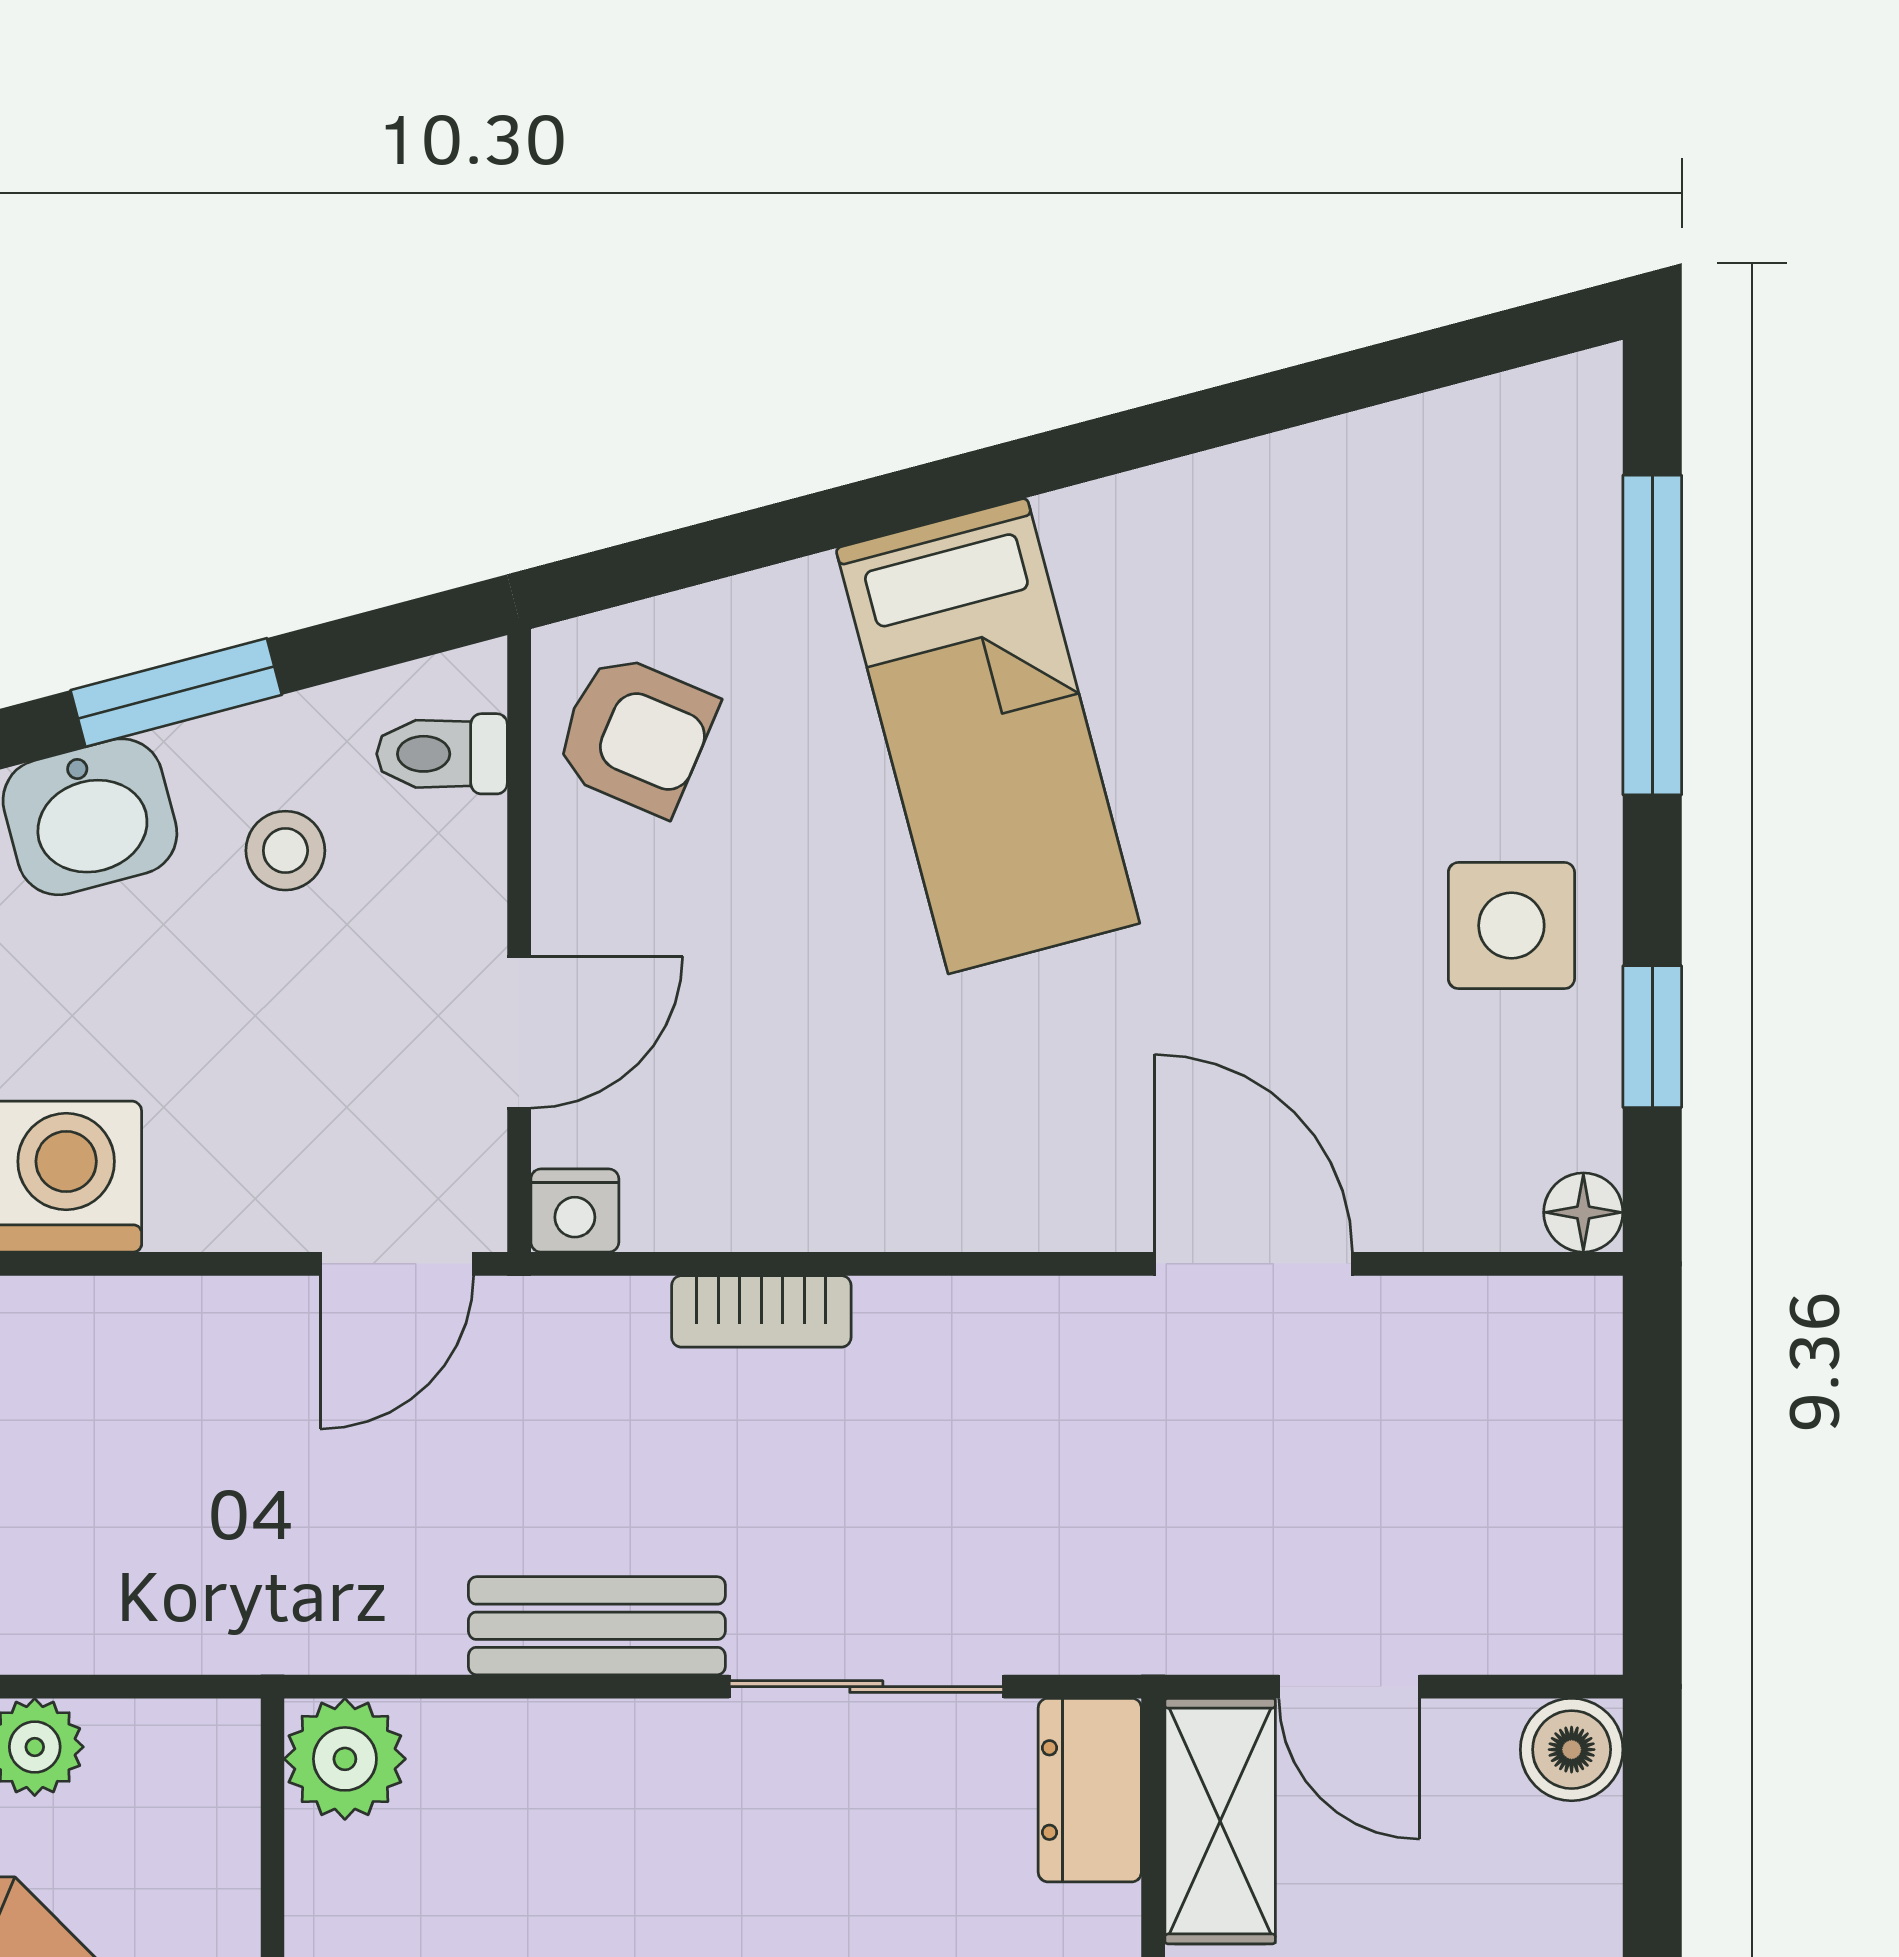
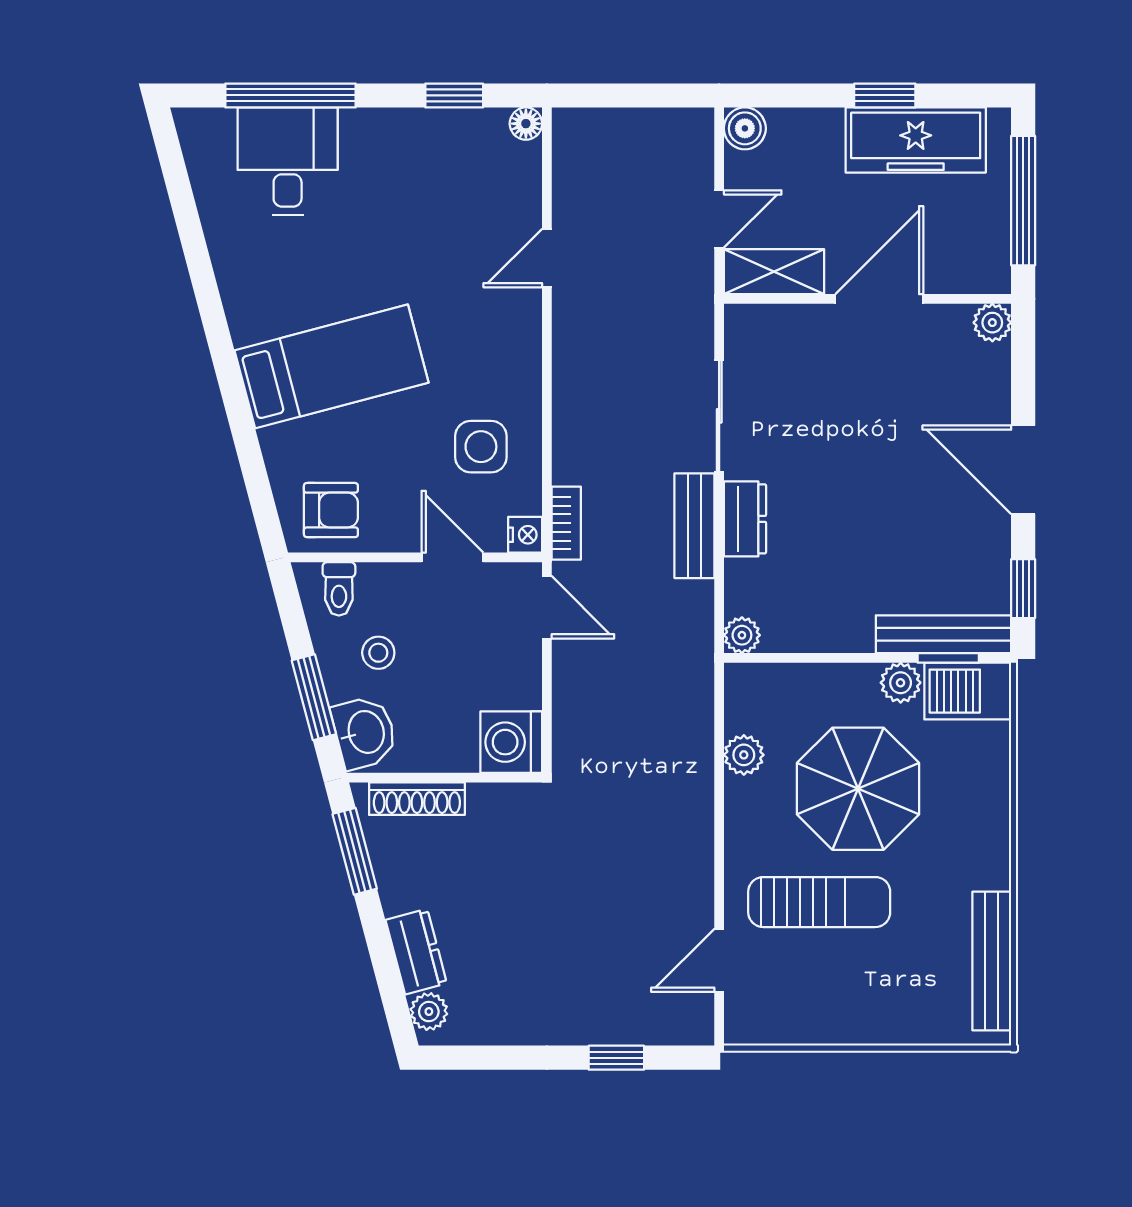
desk: (1491, 628) -> (288, 161), added
armchair: (635, 734) -> (331, 510), turned 67
side table: (1511, 926) -> (481, 447), moved
door: (1253, 1264) -> (547, 258), width x0.73
bookcase: (761, 1311) -> (566, 523), moved
plant: (345, 1759) -> (742, 635), width x0.73, depth x0.73
dresser: (1090, 1790) -> (745, 519), moved, turned -90

